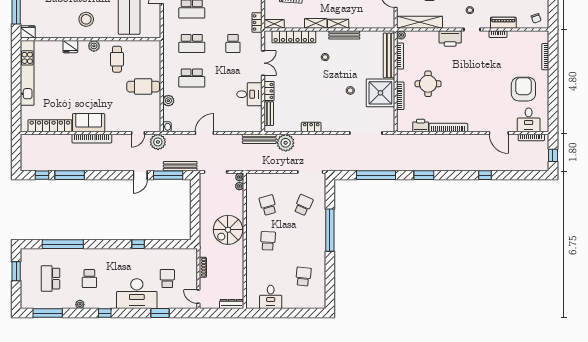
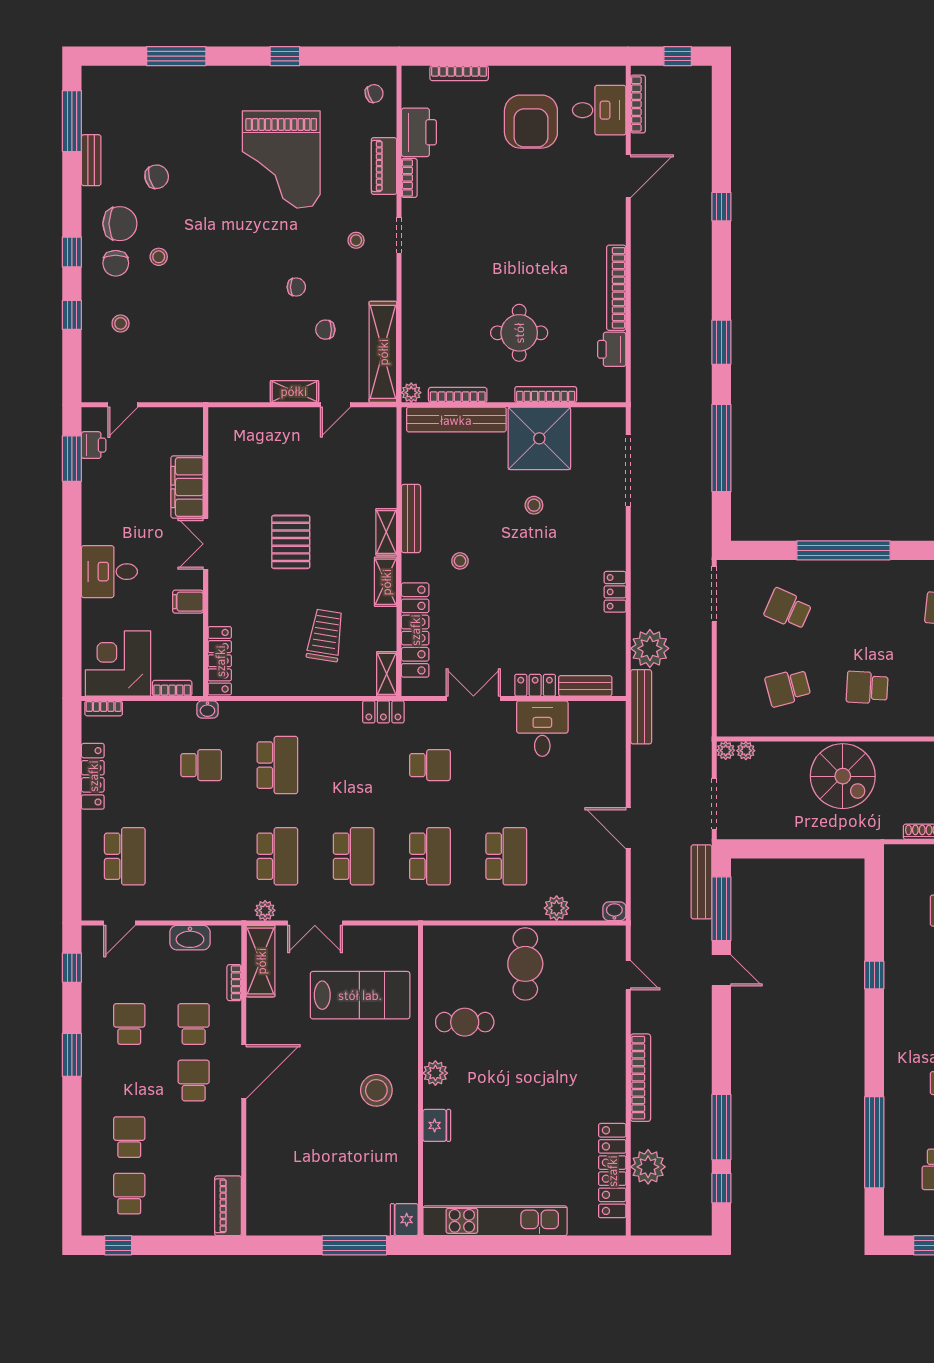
printer: (450, 38) -> (419, 132), moved
armchair: (523, 89) -> (531, 122), turned -90
sofa: (89, 123) -> (605, 1085), removed
plant: (158, 142) -> (648, 1167), moved

